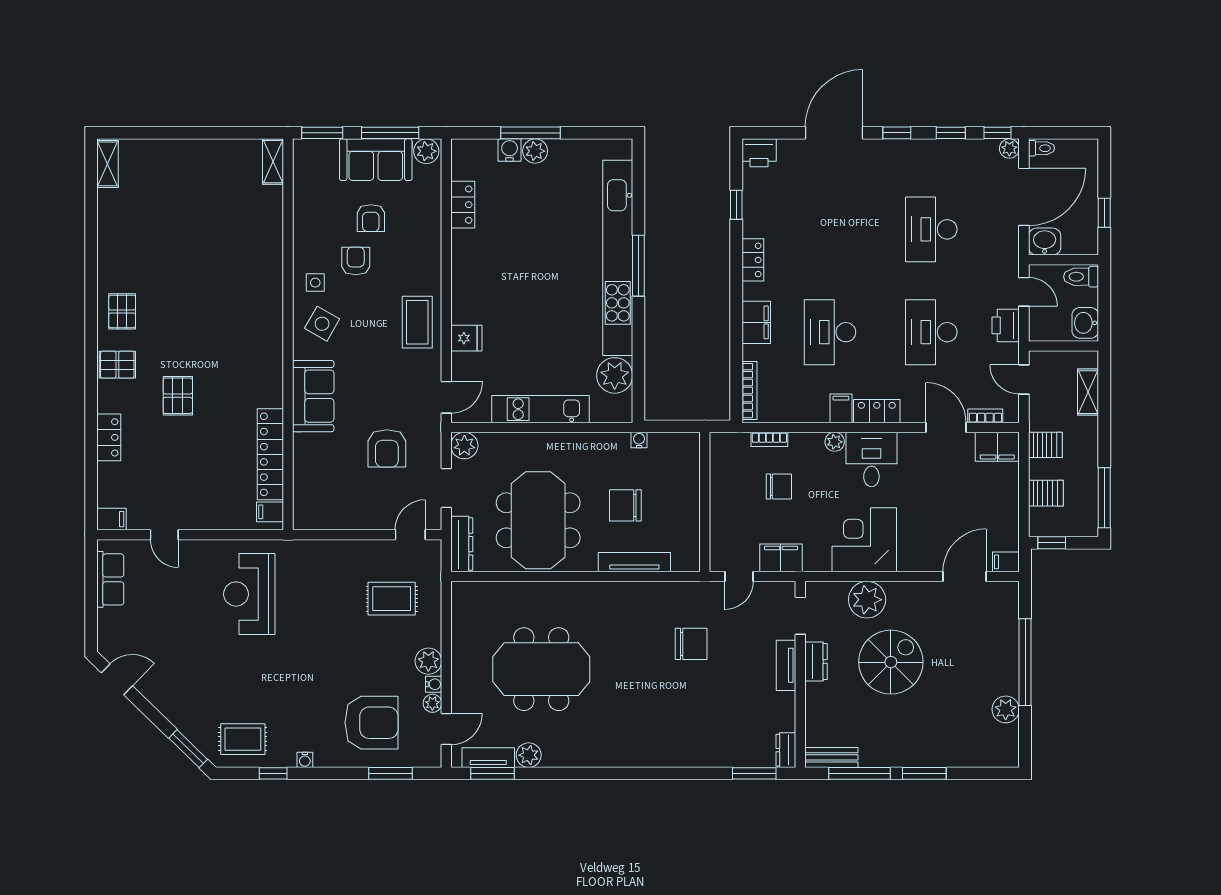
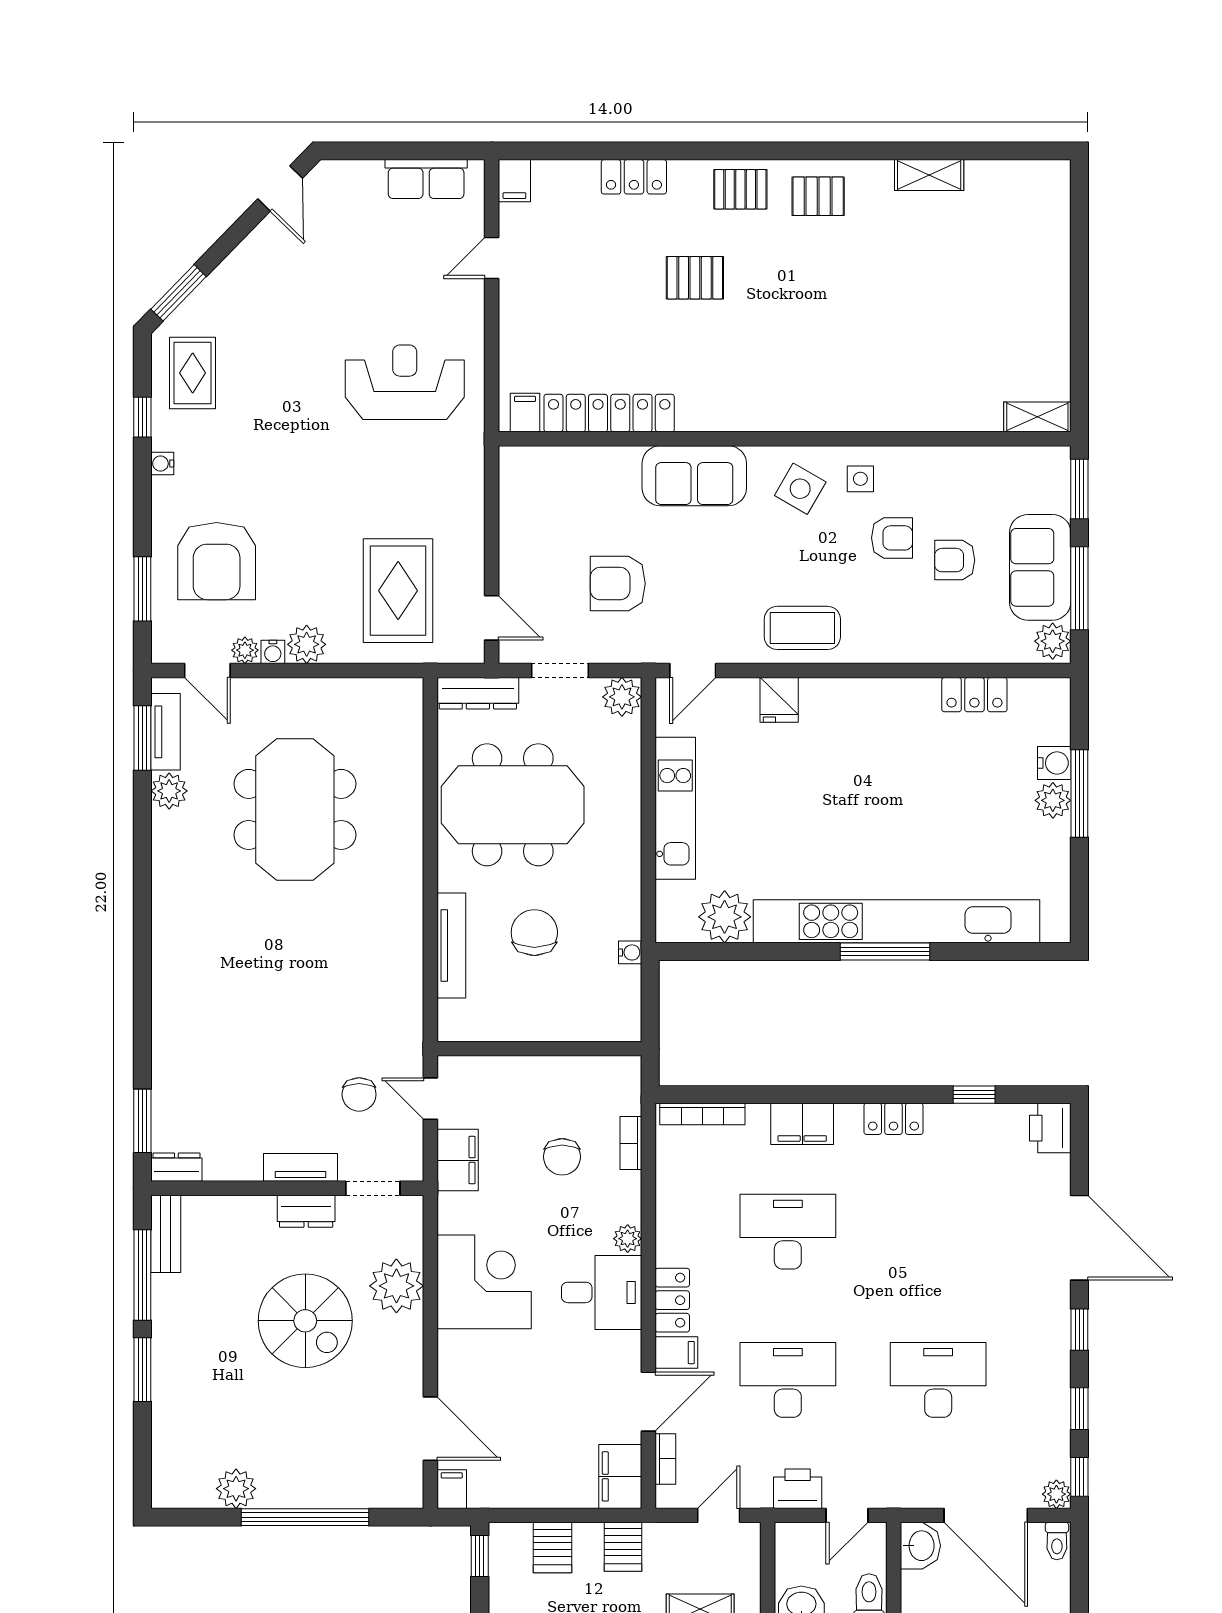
shelving: (108, 164) -> (929, 175), moved
pallet: (117, 365) -> (740, 189), turned 90
door: (446, 397) -> (693, 670), hinge flipped
filing cabinet: (841, 408) -> (676, 1353), moved
rug: (392, 599) -> (398, 591), width x1.36, depth x1.43
chair: (691, 644) -> (359, 1094), moved, width x0.73, depth x0.73

